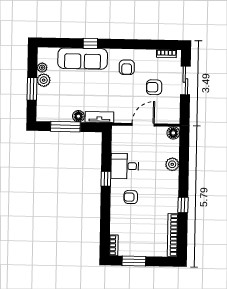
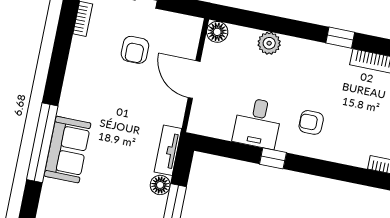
window: (90, 43) -> (42, 143), width x3.17
sofa: (83, 59) -> (67, 150), width x0.73
armchair: (127, 67) -> (93, 89), removed
armchair: (131, 197) -> (311, 122), turned 90

